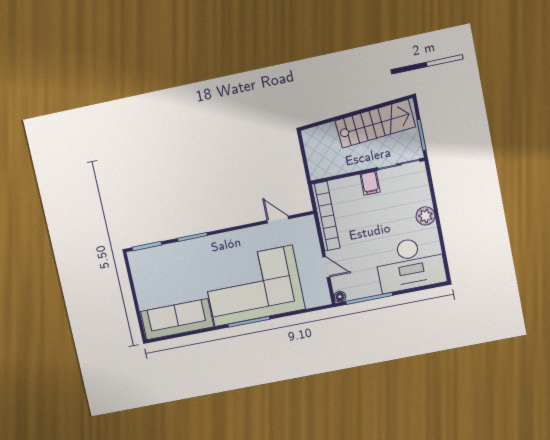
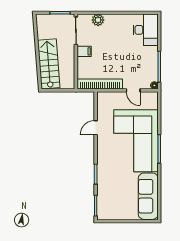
stairs: (375, 124) -> (49, 64), moved
plant: (426, 216) -> (98, 20), moved
door: (278, 220) -> (96, 128), moved
desk: (410, 264) -> (146, 30), width x0.73, depth x0.77
door: (326, 267) -> (133, 90), swing flipped

